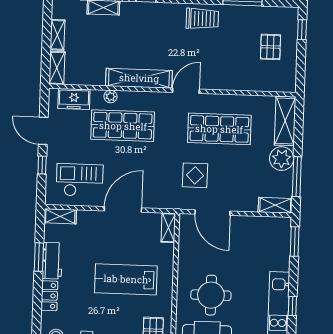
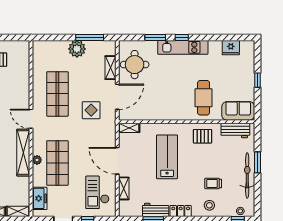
plant: (110, 96) -> (37, 160), moved
shelving: (285, 121) -> (50, 47), removed
shelving: (275, 205) -> (111, 68), moved
shelving: (60, 216) -> (124, 188), moved
window: (295, 241) -> (155, 37), moved
lab bench: (126, 279) -> (167, 157), turned 180
round table: (211, 295) -> (135, 65), moved

